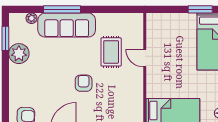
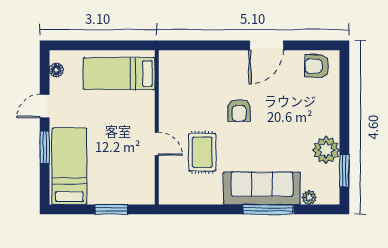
window: (200, 9) -> (111, 209), moved

